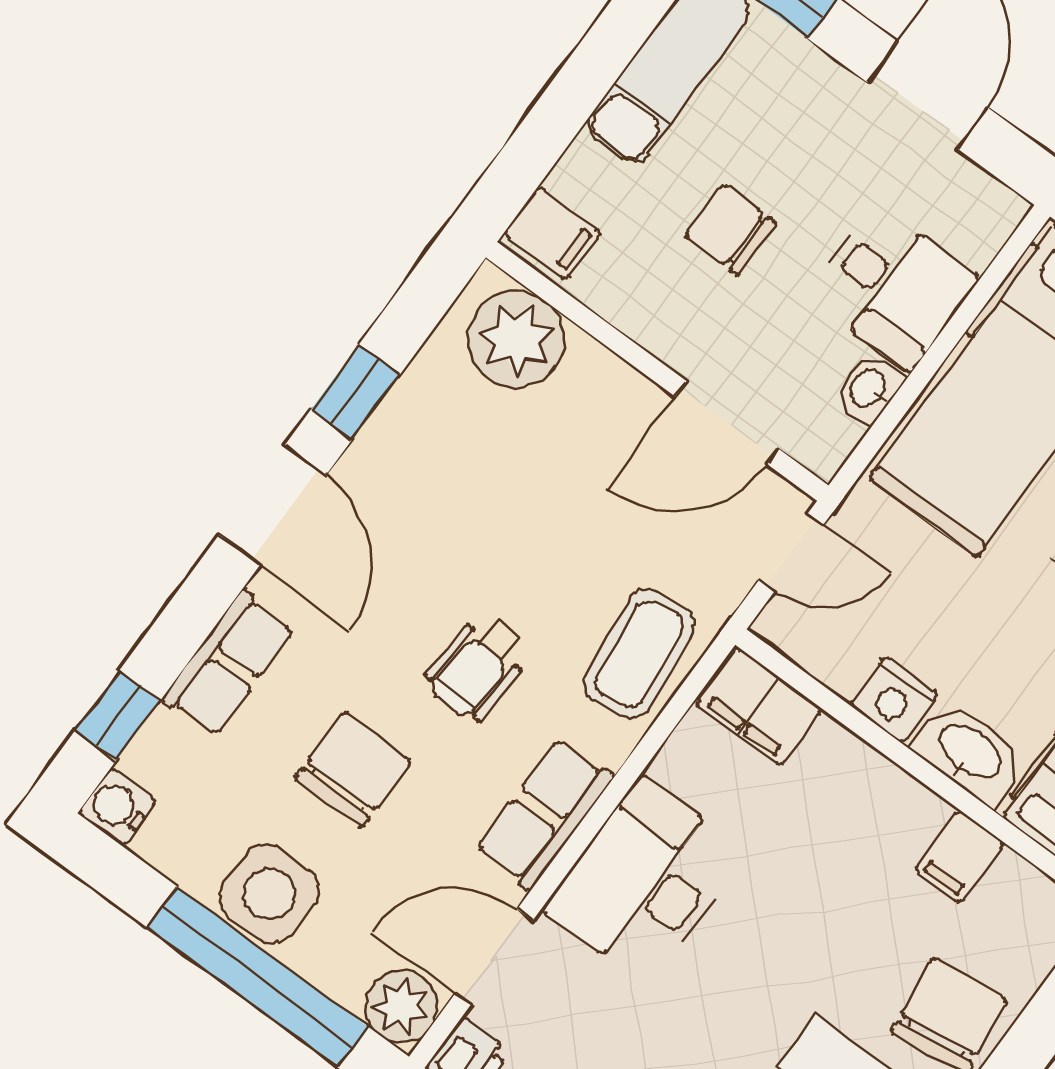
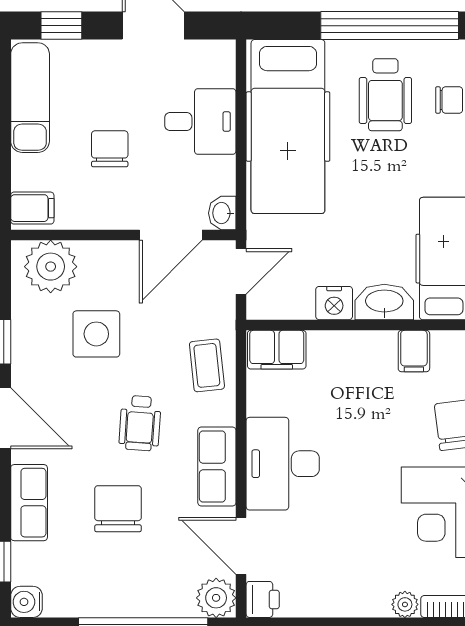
chair: (730, 230) -> (110, 149), turned 90
washbasin: (869, 389) -> (222, 213), moved
coffee table: (639, 654) -> (207, 365), width x0.73, depth x0.77
side table: (269, 894) -> (96, 334), moved
door: (494, 957) -> (241, 546), hinge flipped

